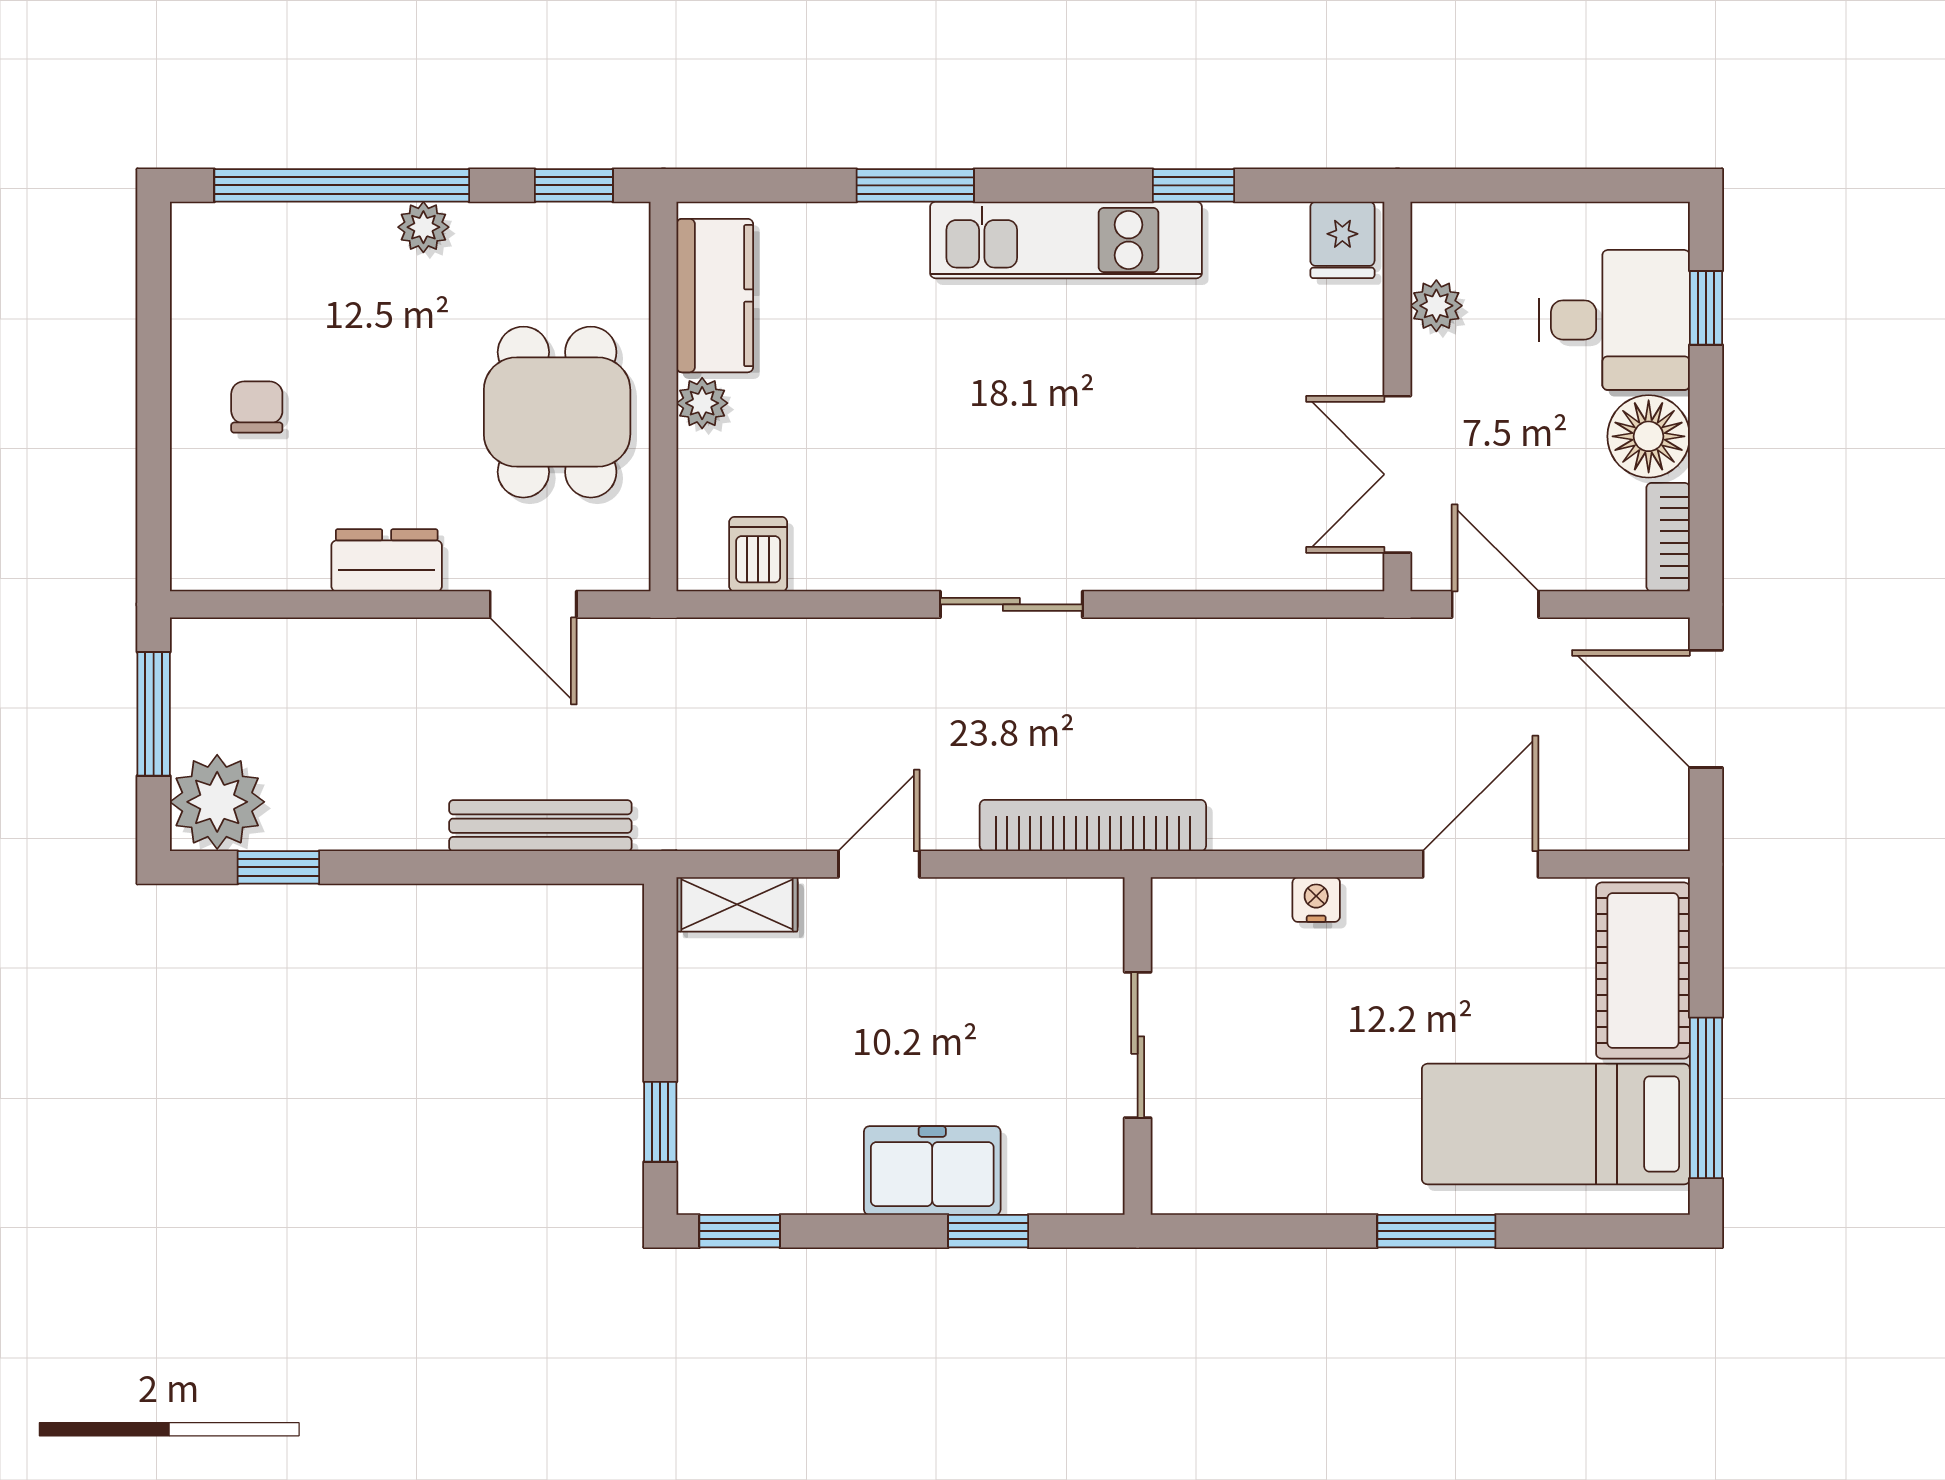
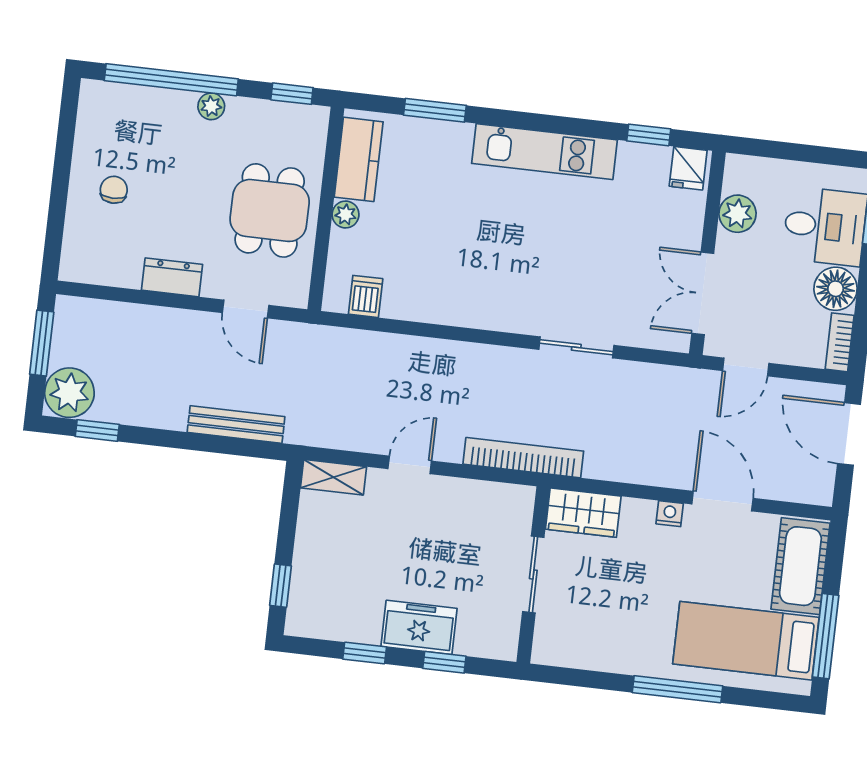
window: (915, 185) -> (435, 110), moved
window: (1194, 185) -> (649, 135), moved
plant: (1436, 306) -> (737, 214), width x1.38, depth x1.38
sliding door: (1011, 604) -> (576, 347), moved
door: (1495, 604) -> (746, 367), swing flipped
door: (1480, 864) -> (722, 501), hinge flipped
nightstand: (1316, 900) -> (670, 514), moved
wardrobe: (1219, 917) -> (583, 513), added
window: (740, 1231) -> (365, 653), moved
window: (1436, 1231) -> (677, 689), width x1.44

